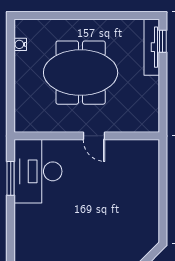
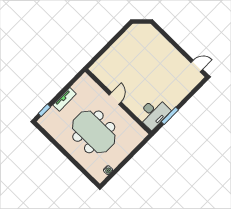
tv unit: (152, 47) -> (65, 99), moved, width x0.71
desk: (38, 171) -> (154, 113), width x0.73, depth x0.77

